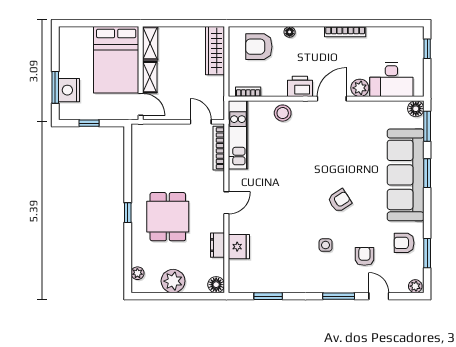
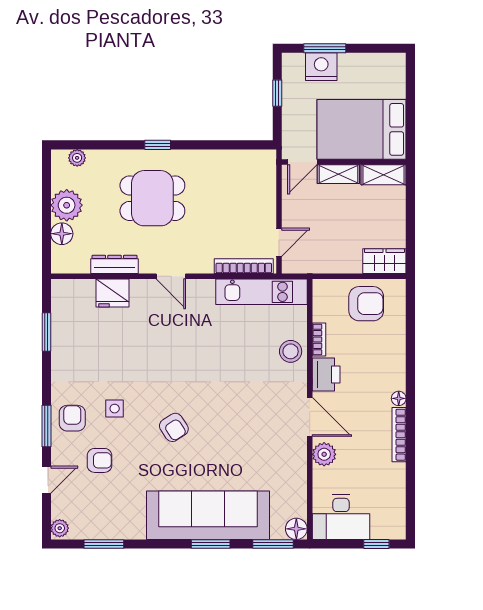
floor lamp: (290, 32) -> (399, 398), moved
armchair: (259, 47) -> (366, 304), moved, turned 90
wardrobe: (215, 51) -> (384, 261), width x0.67
desk: (391, 80) -> (341, 517), moved, turned -90
bookcase: (248, 92) -> (319, 340), moved
armchair: (404, 243) -> (72, 418), moved
dresser: (217, 245) -> (115, 264), width x1.44
floor lamp: (216, 285) -> (62, 234), moved

